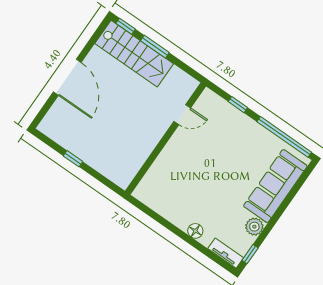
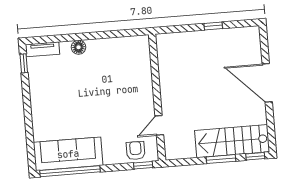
window: (238, 105) -> (143, 165), moved
armchair: (218, 110) -> (136, 151), added
sofa: (275, 186) -> (68, 154), moved, turned -90
plant: (254, 227) -> (37, 86), removed

